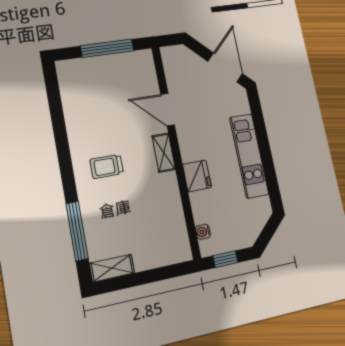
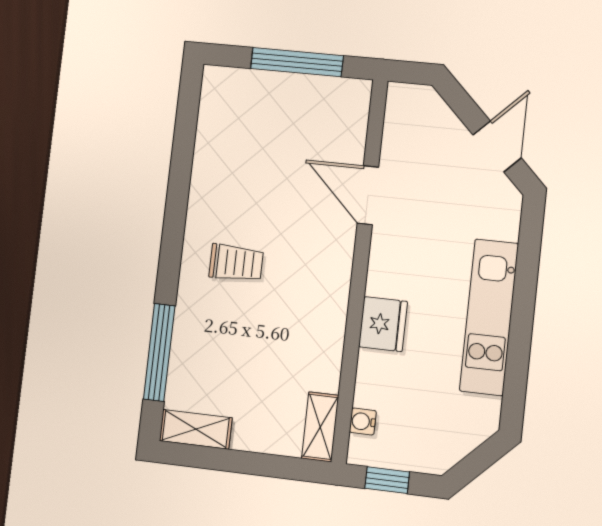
door: (225, 67) -> (497, 146), width x0.73
shelving: (164, 153) -> (320, 427), moved
trolley: (107, 166) -> (236, 263), turned 180

